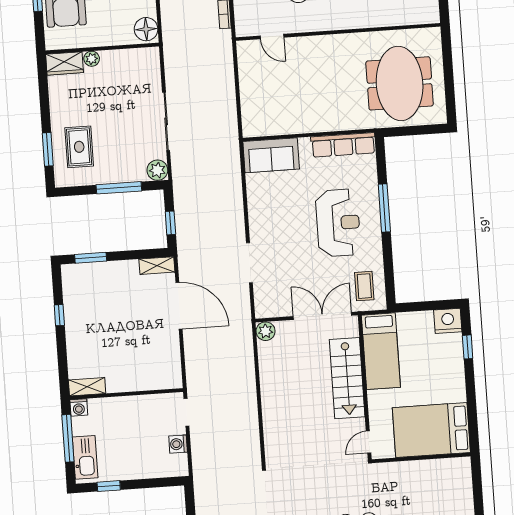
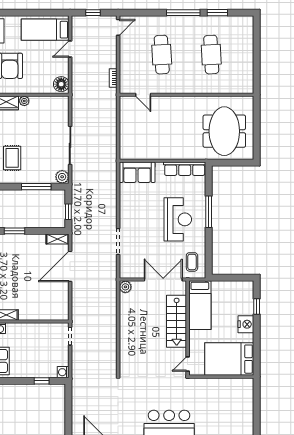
door: (179, 306) -> (70, 266), swing flipped
nightstand: (448, 321) -> (246, 324), moved, turned 90
washing machine: (178, 444) -> (63, 372), moved
window: (109, 486) -> (42, 381), moved

